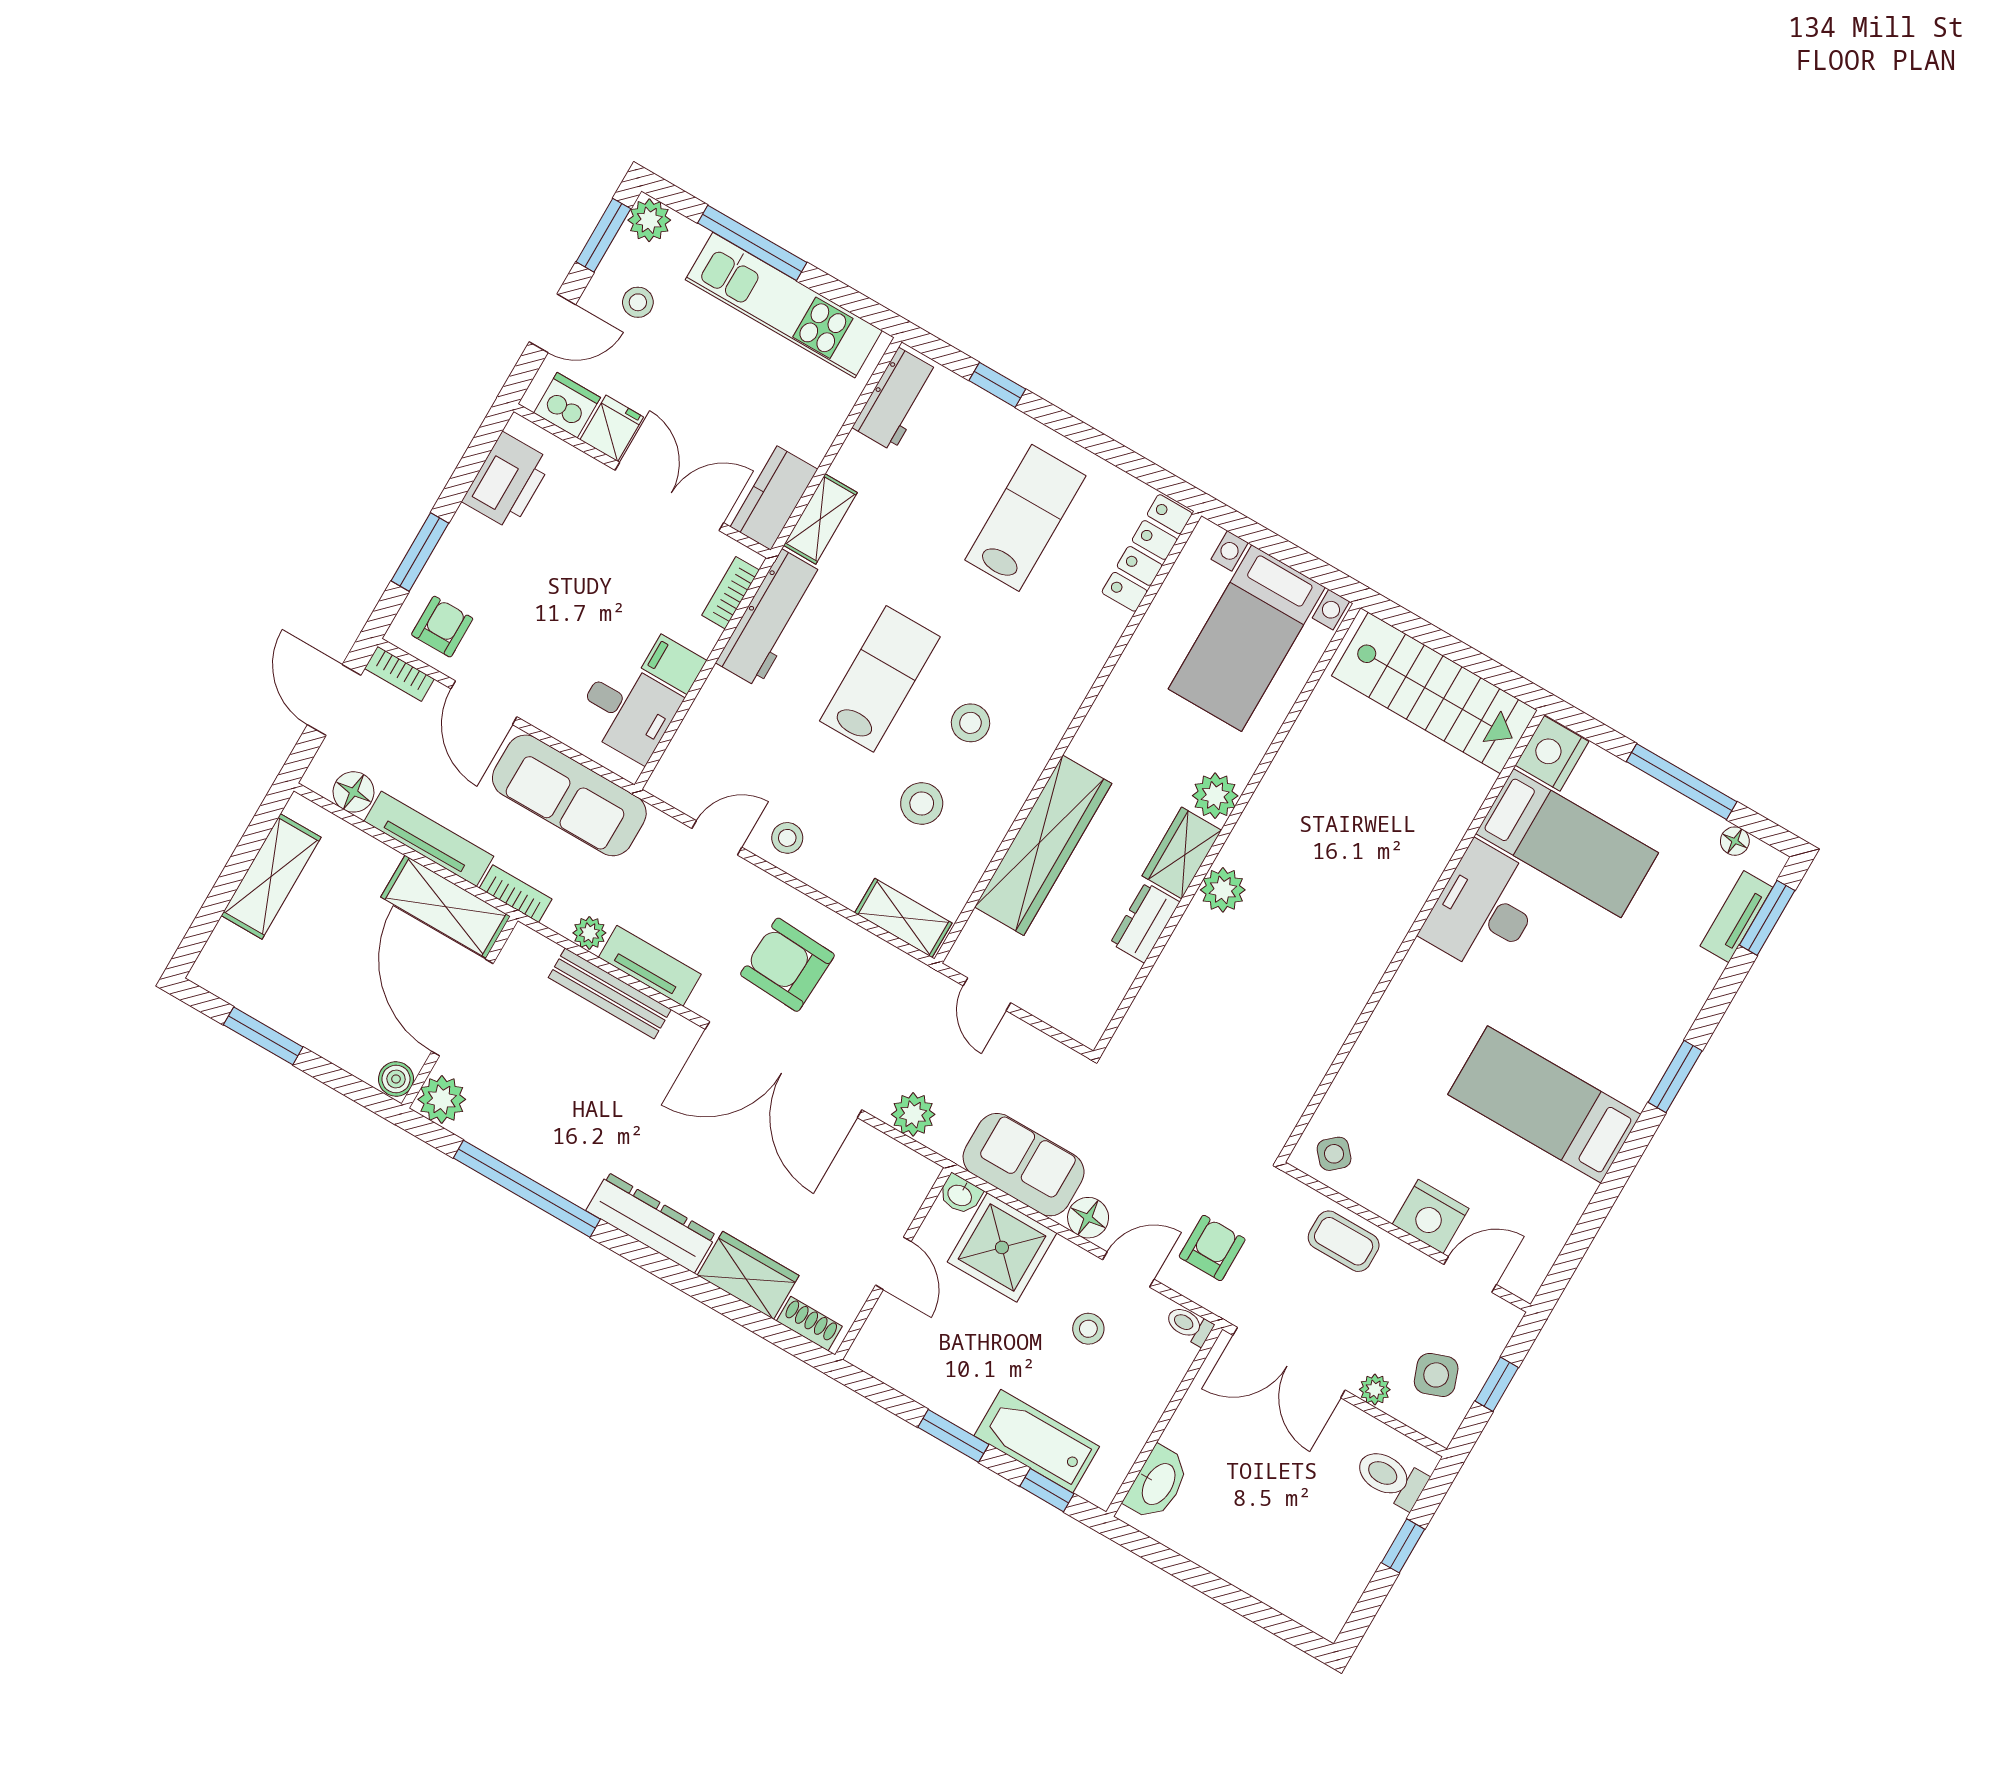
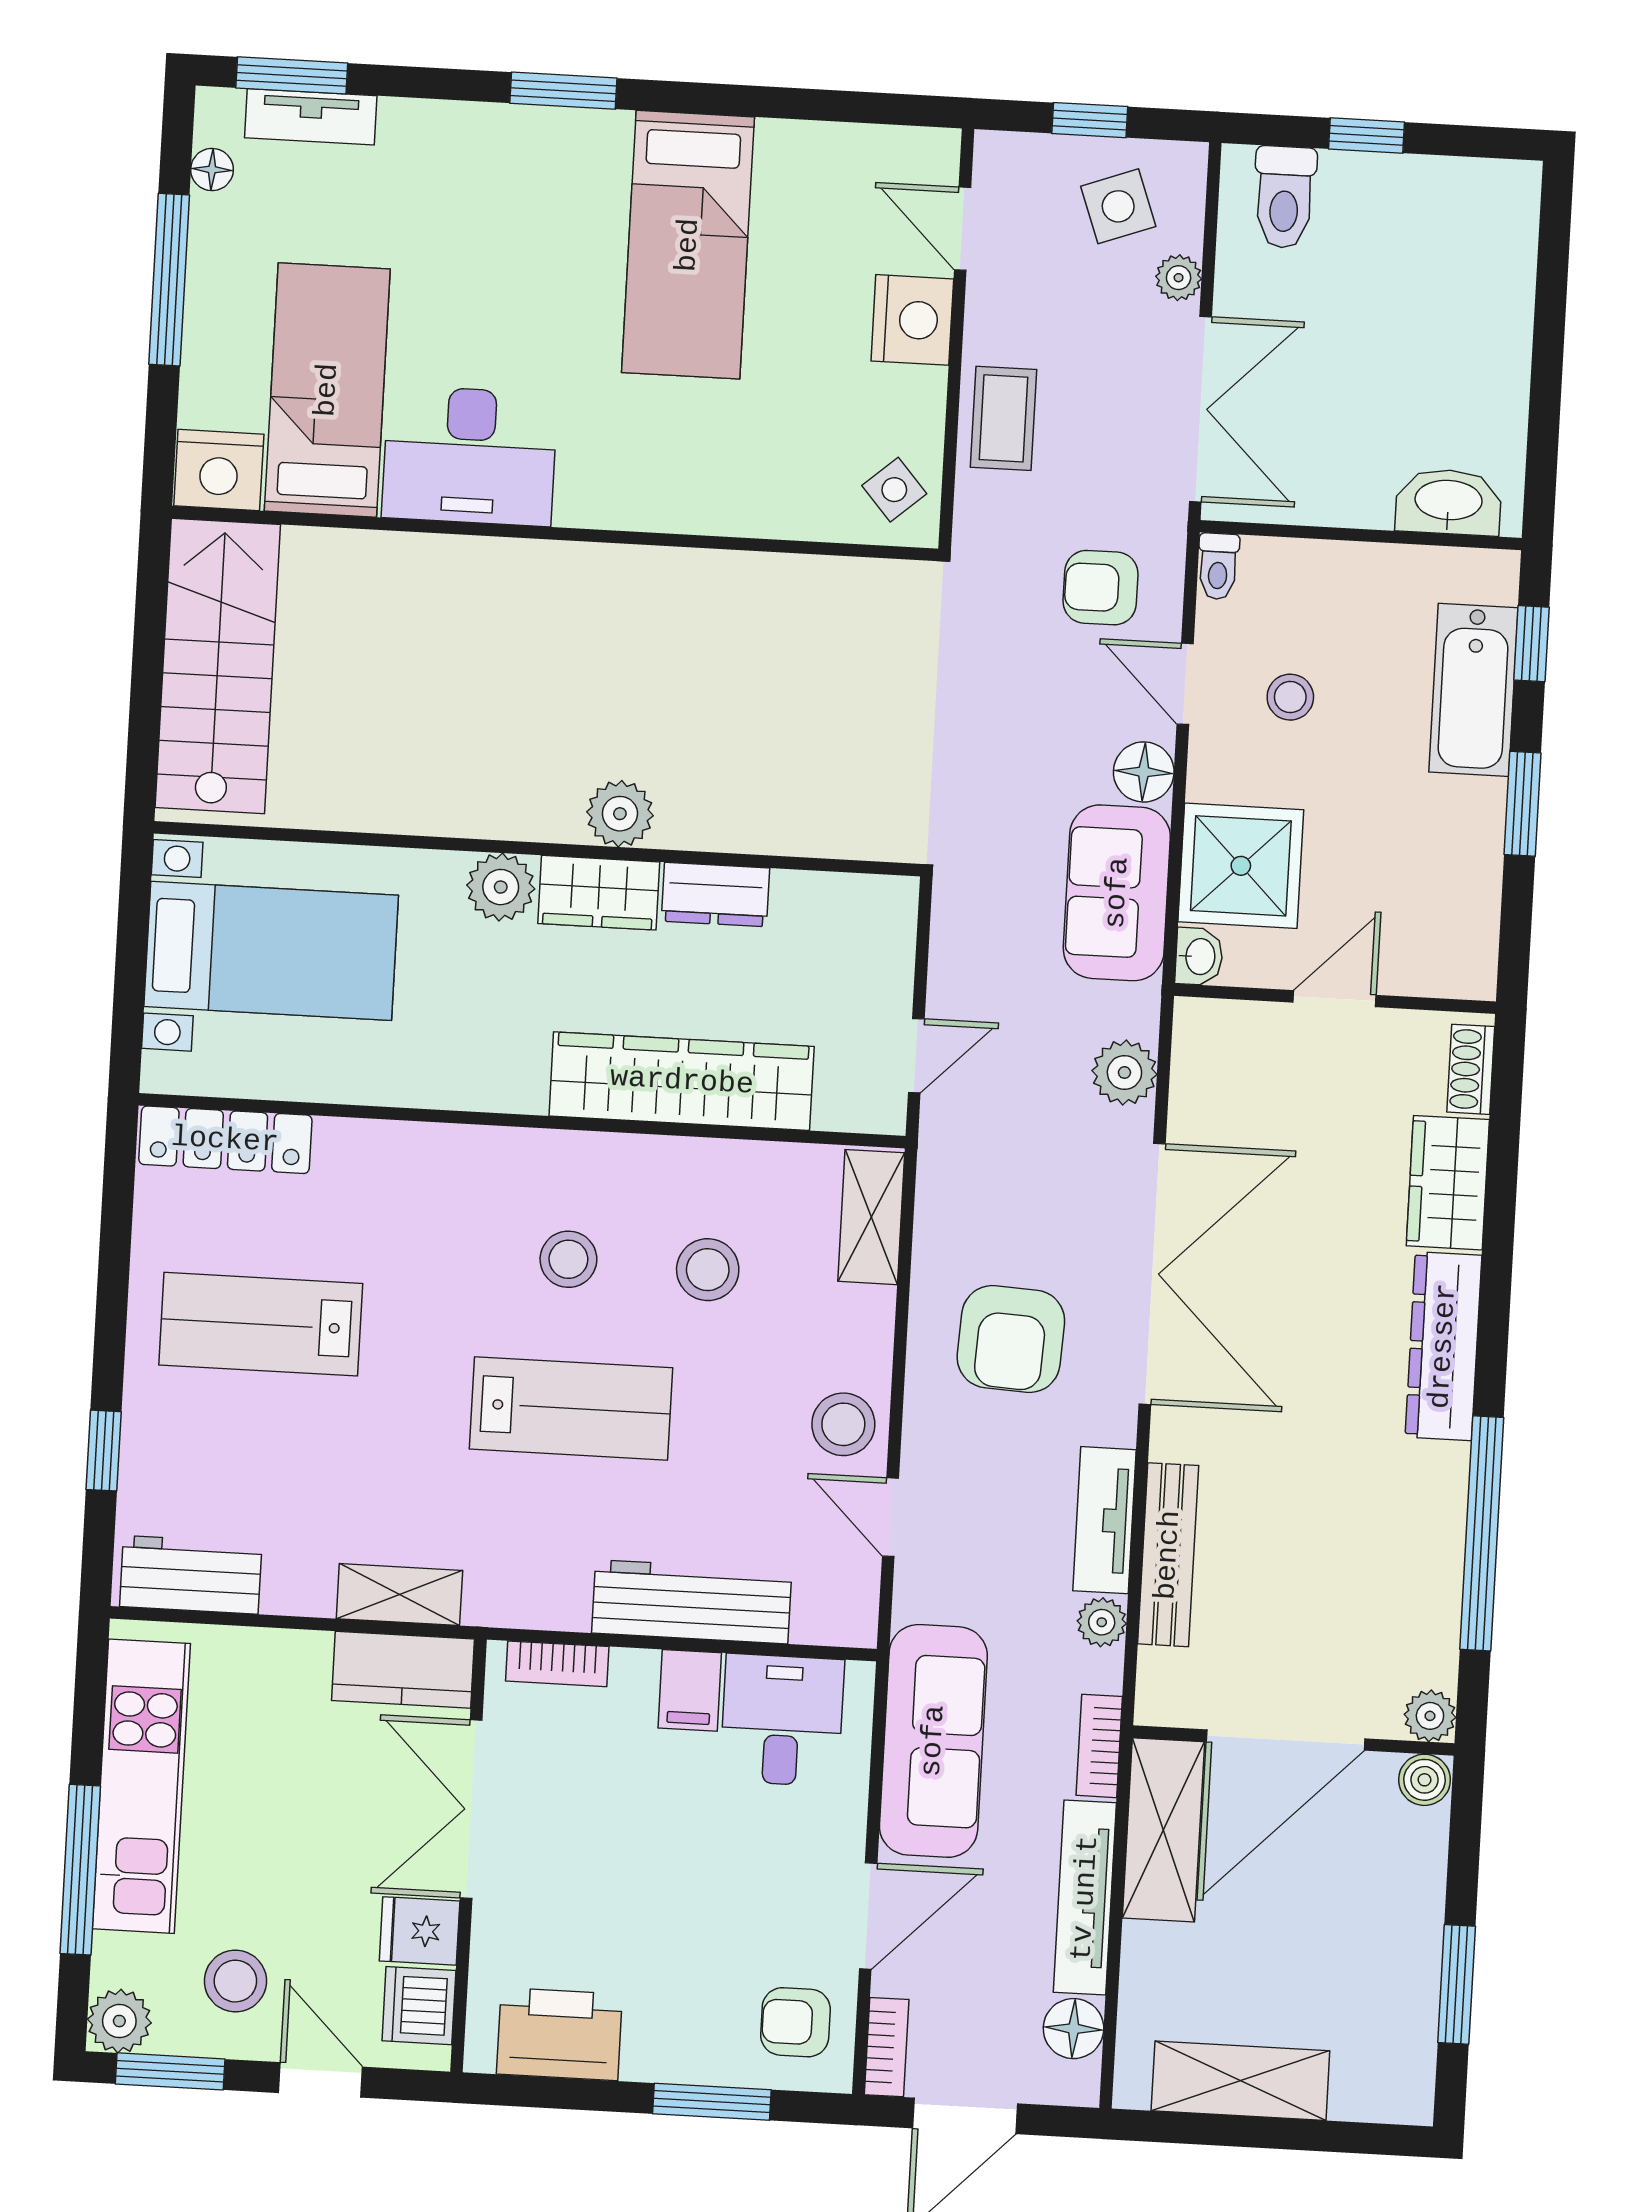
stool: (638, 302) -> (235, 1981), width x1.37, depth x1.37
workbench: (770, 618) -> (692, 1602), moved
lab bench: (880, 679) -> (571, 1408), turned 180
stool: (787, 838) -> (843, 1424), width x1.37, depth x1.37
plant: (442, 1099) -> (1430, 1716), width x0.73, depth x0.73

